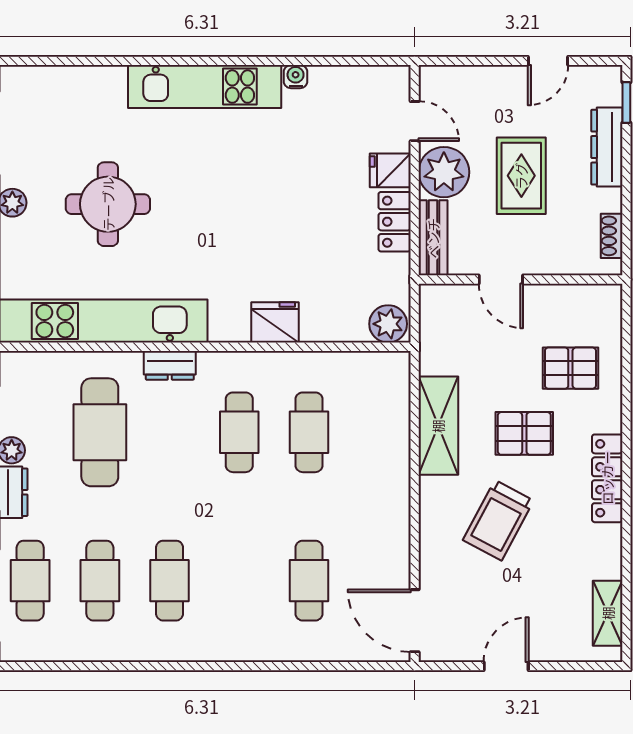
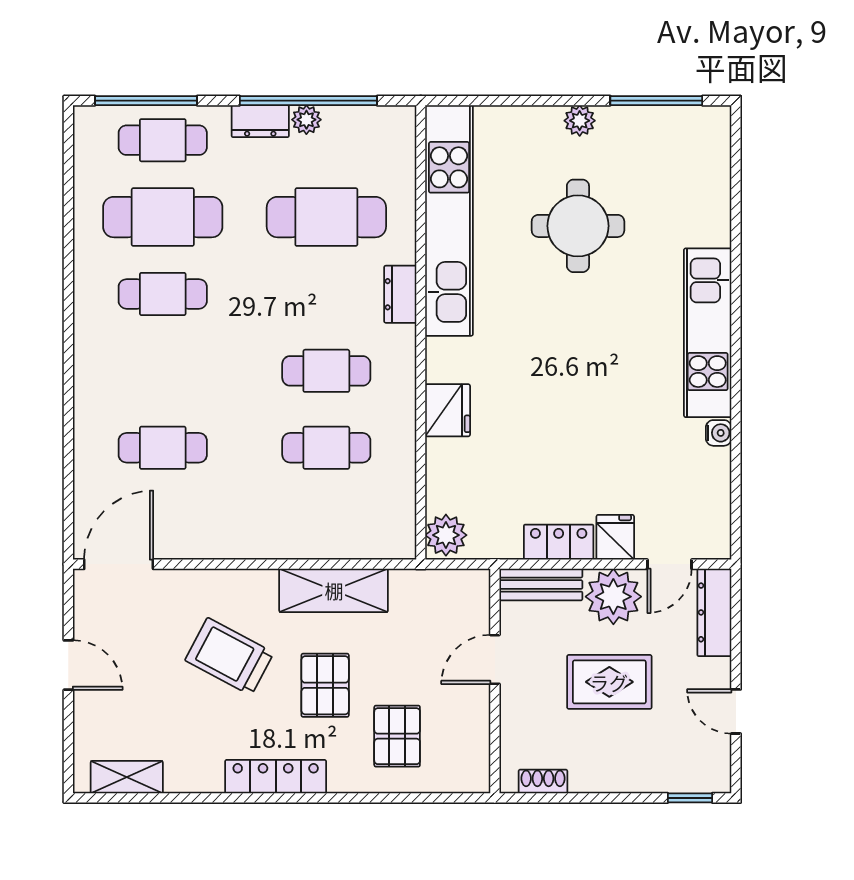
dresser: (607, 147) -> (714, 612), moved, turned -90
cafe table: (100, 581) -> (163, 217), width x1.37, depth x1.35

